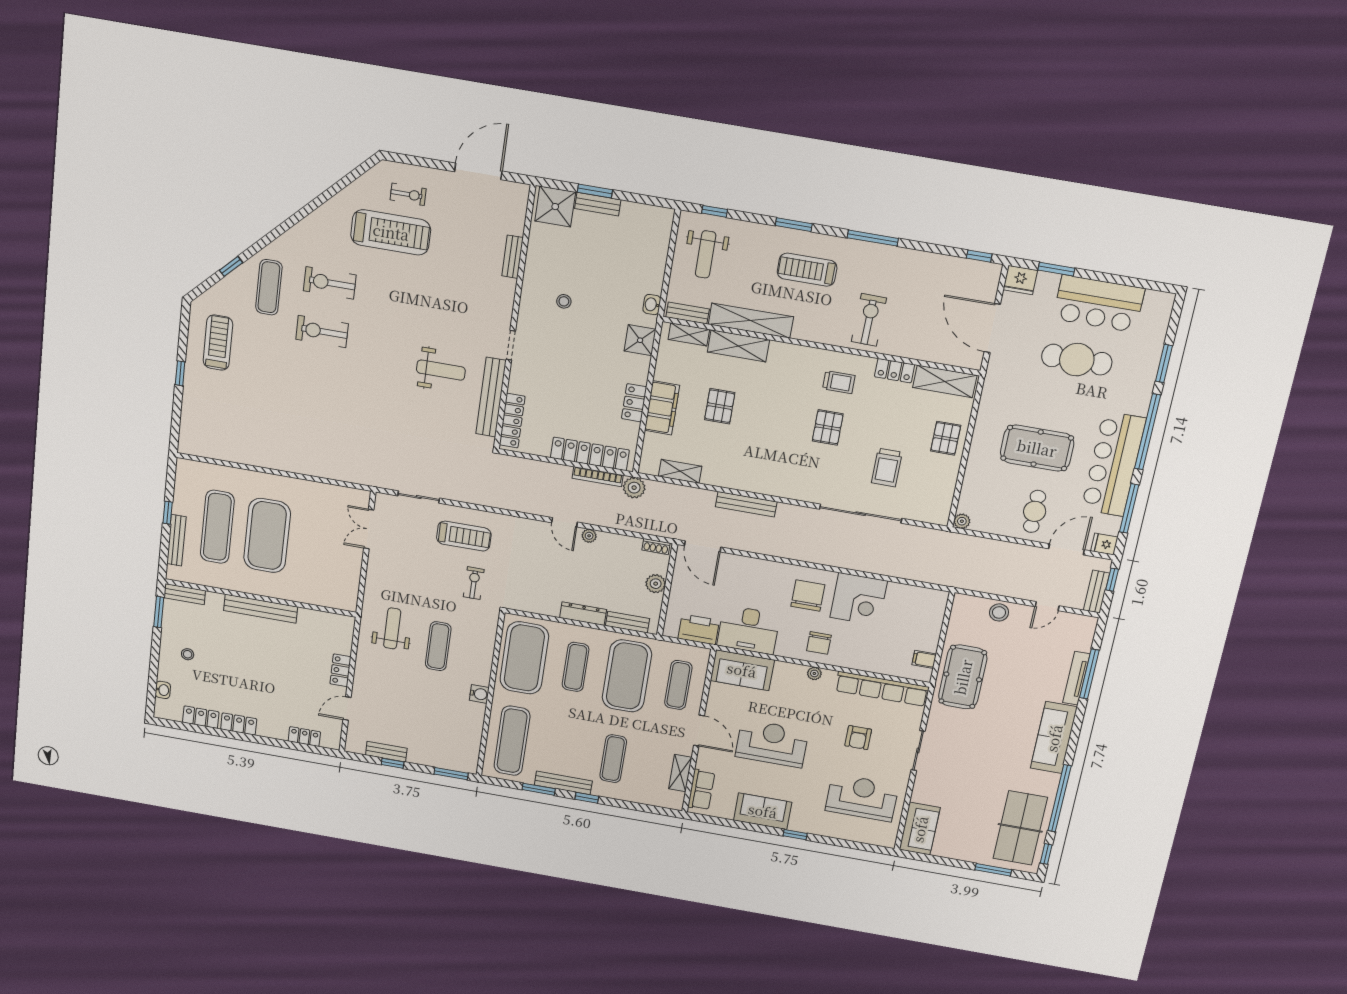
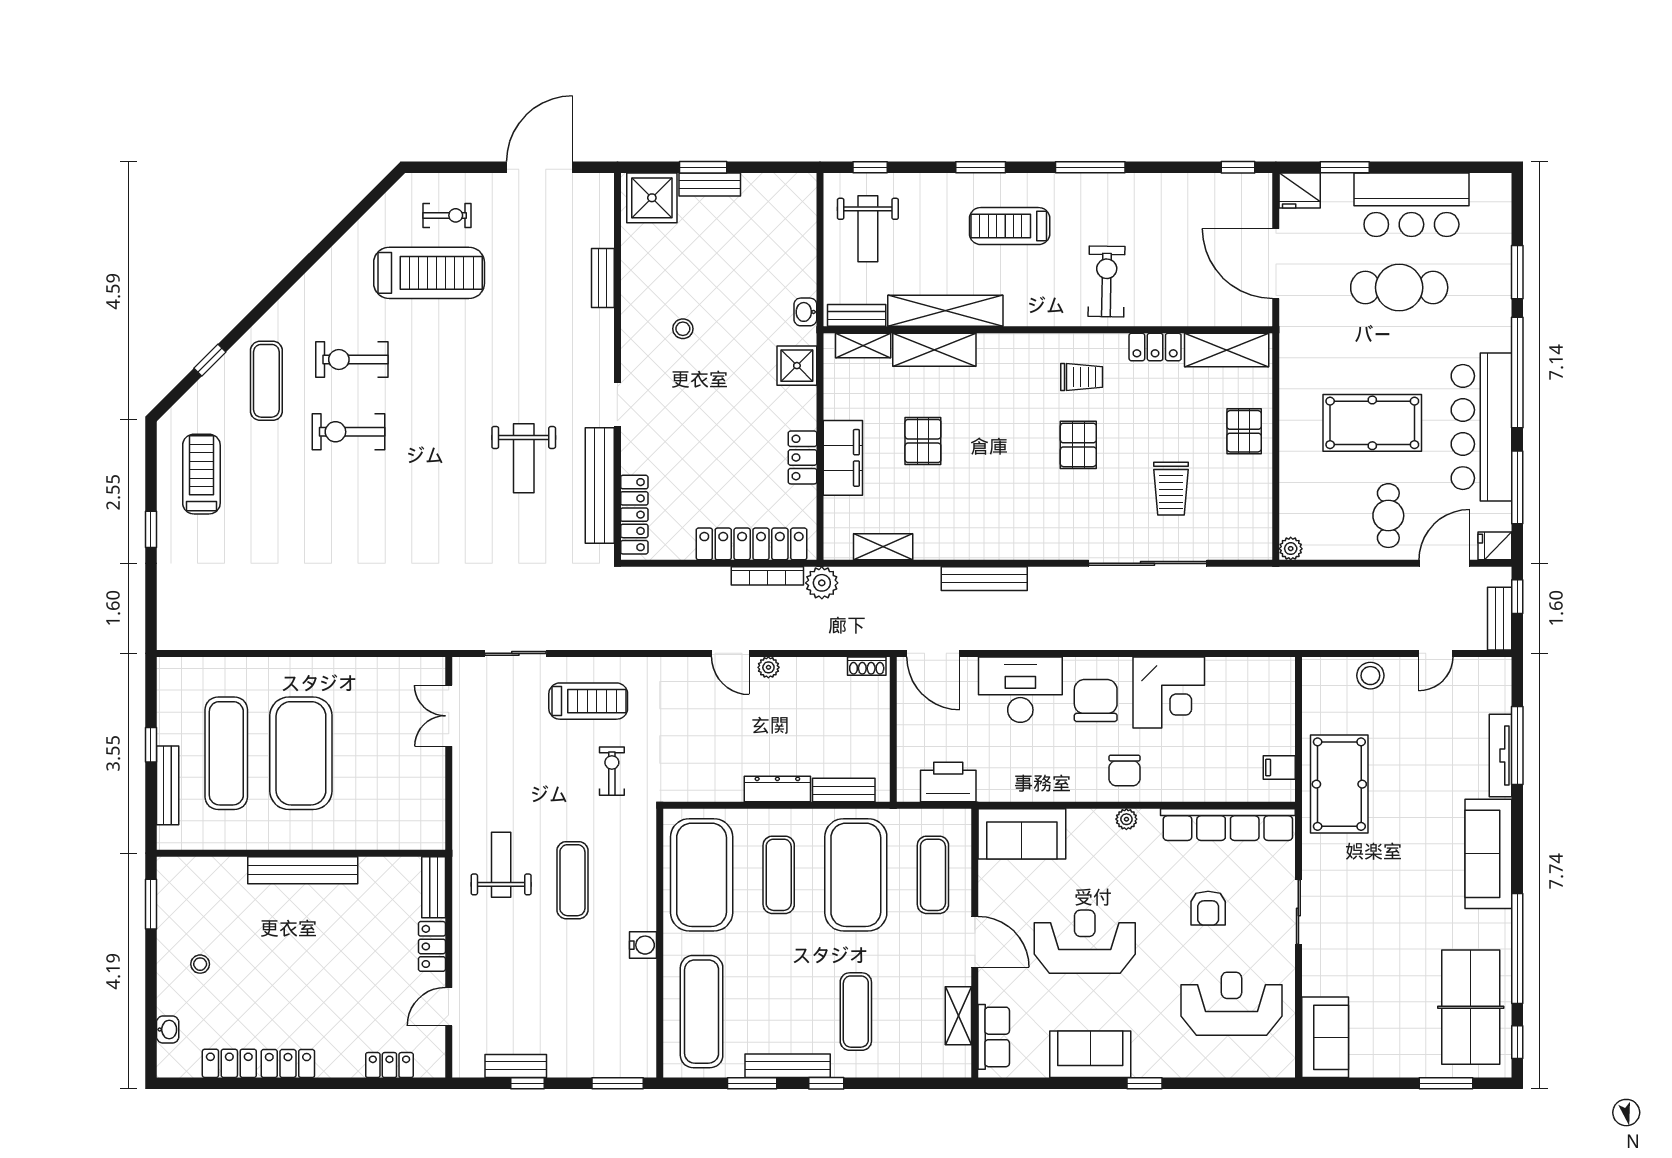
weight bench: (441, 370) -> (524, 458), turned 90
plant: (656, 584) -> (875, 723), removed
bench: (185, 594) -> (434, 887), moved, turned 90
desk: (748, 630) -> (1020, 690), moved, turned 180

